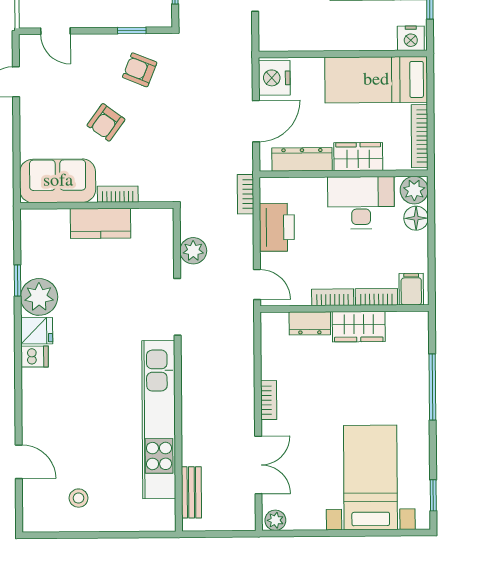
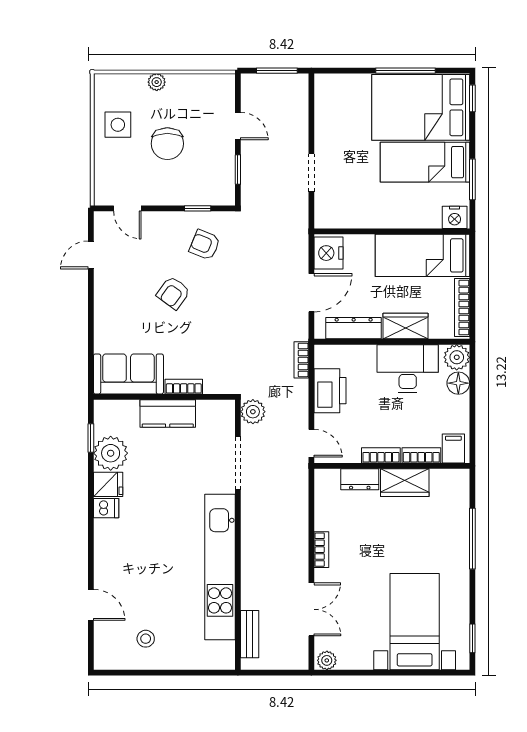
sofa: (58, 181) -> (128, 374), moved
bookcase: (118, 194) -> (184, 387), moved
wall: (97, 205) -> (164, 397), moved
kitchen counter: (101, 223) -> (168, 413), moved

